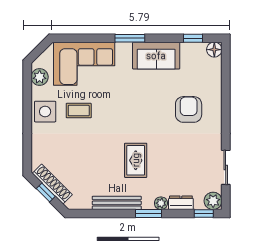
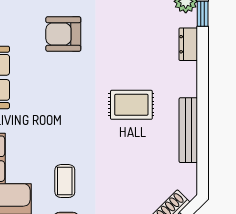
plant: (161, 203) -> (189, 71), removed
window: (148, 214) -> (203, 88), removed

